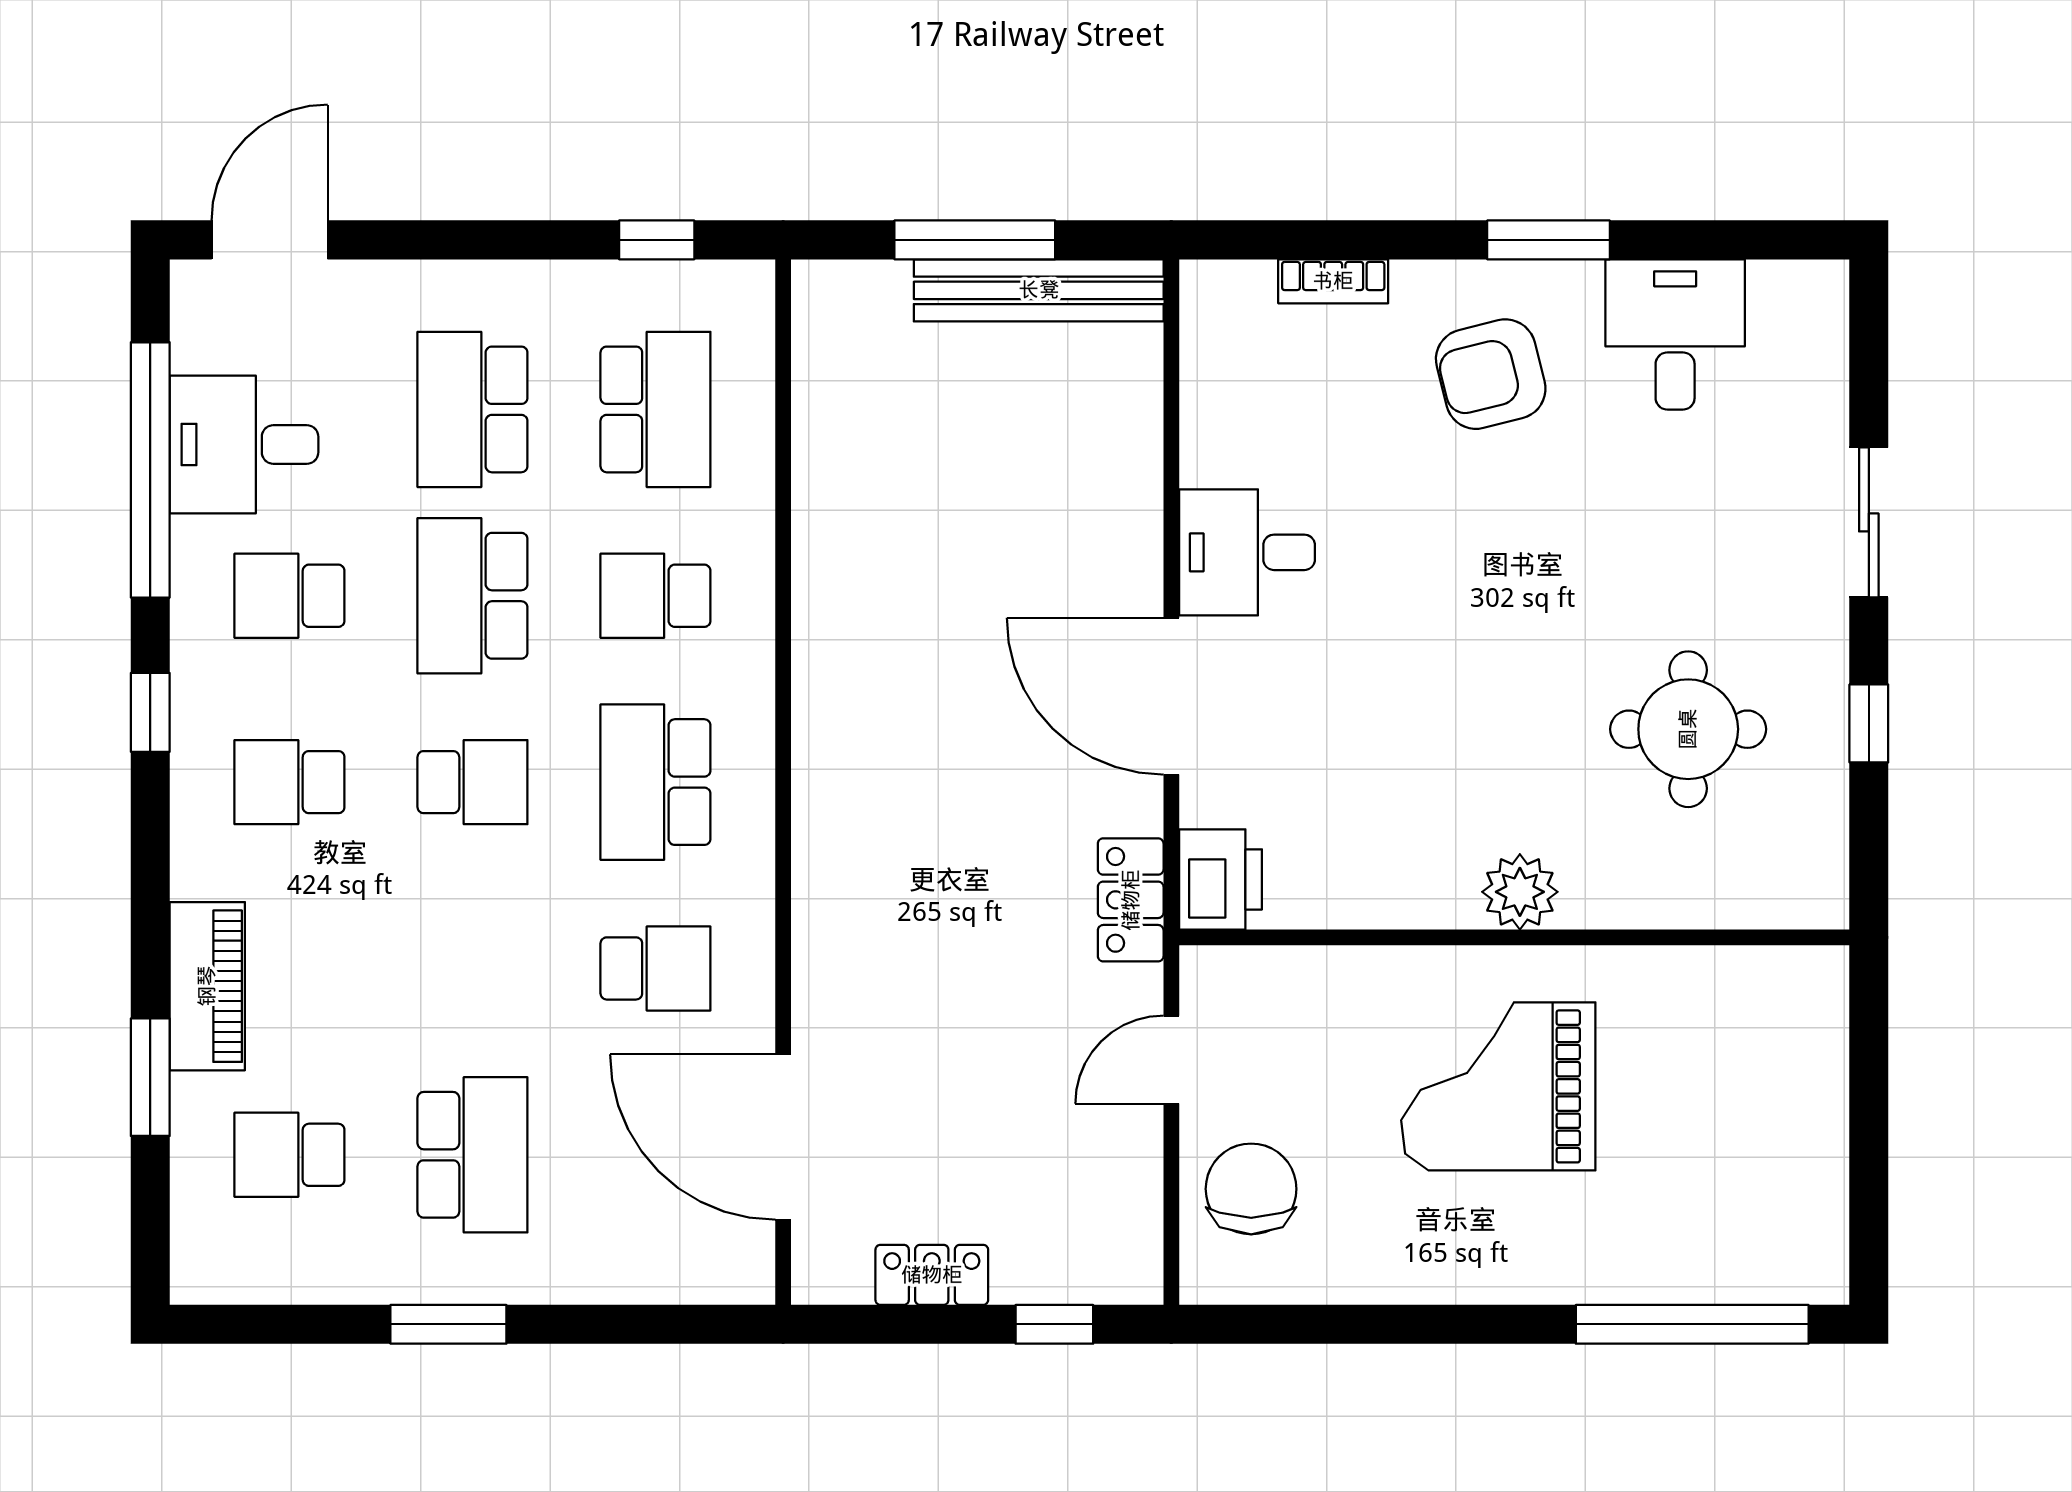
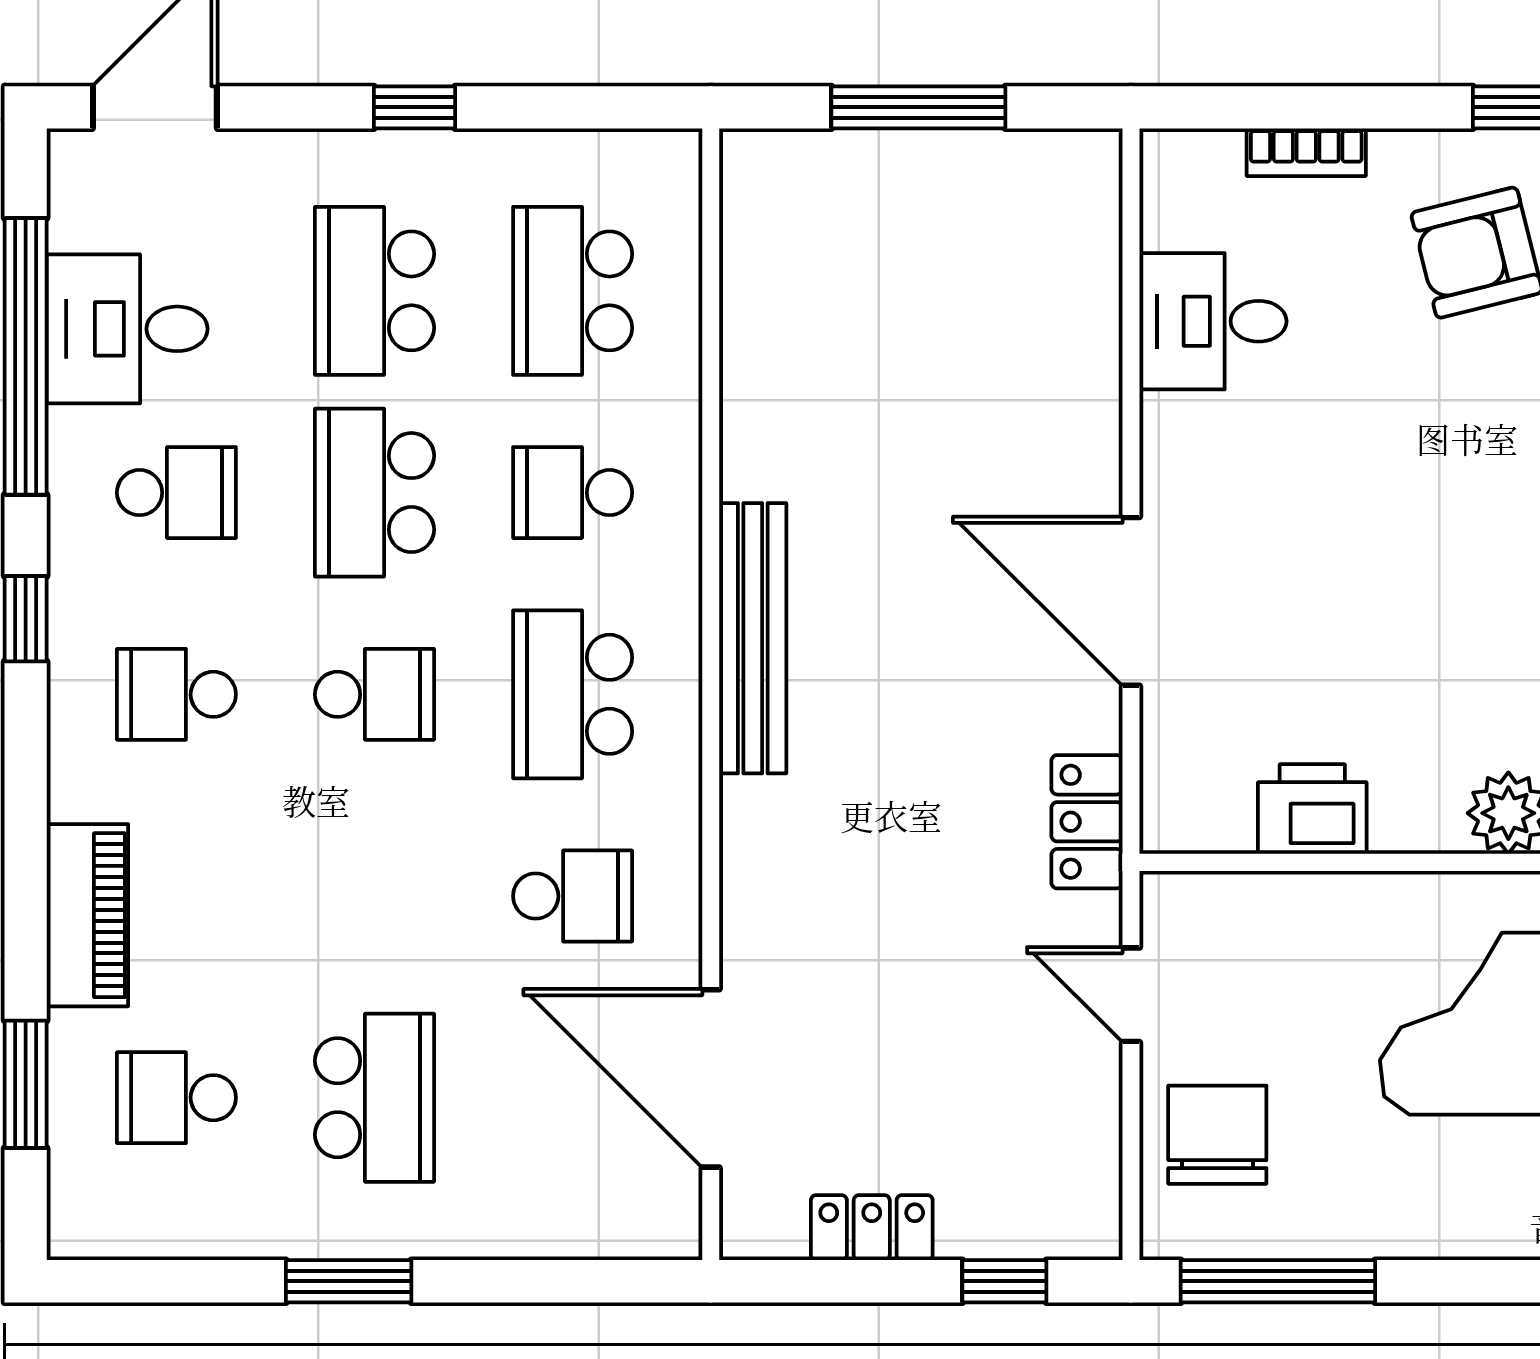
window: (657, 240) -> (414, 107), moved
bench: (1039, 290) -> (753, 638), moved, turned 90
school desk: (655, 409) -> (573, 291), turned 180
desk: (1247, 552) -> (1213, 321), moved
school desk: (289, 596) -> (176, 493), turned 180
printer: (1221, 879) -> (1312, 809), moved, turned -90
door: (1171, 1060) -> (1131, 995), hinge flipped
window: (150, 1077) -> (26, 1084), moved
window: (1307, 1324) -> (1278, 1281), added

